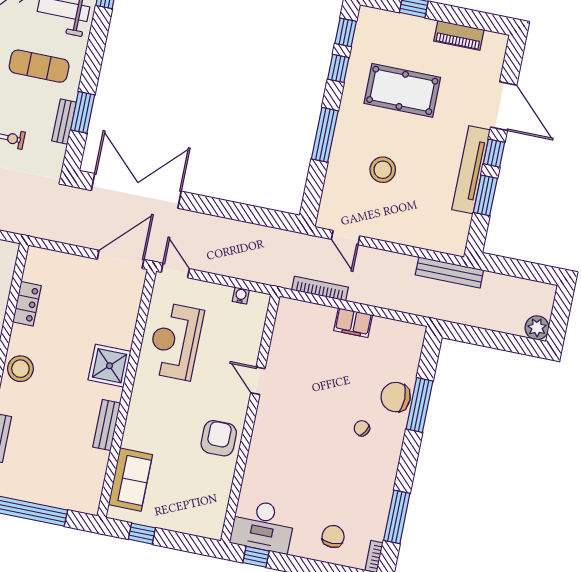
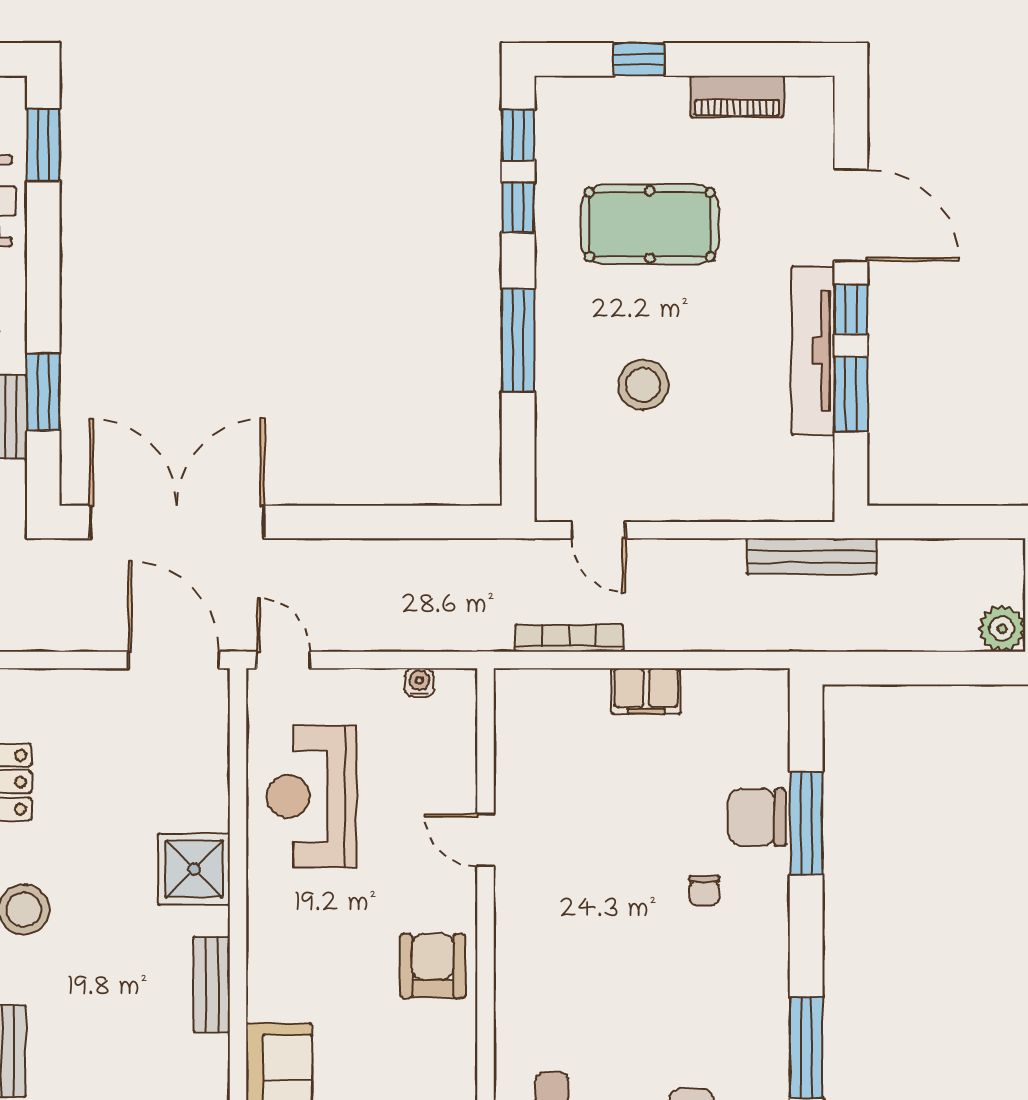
door: (121, 259) -> (174, 660), hinge flipped
chair: (362, 428) -> (704, 891), turned -122

